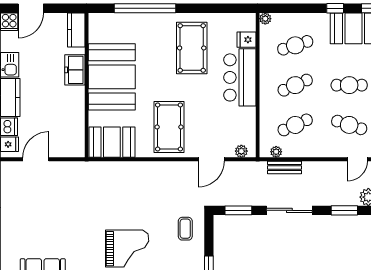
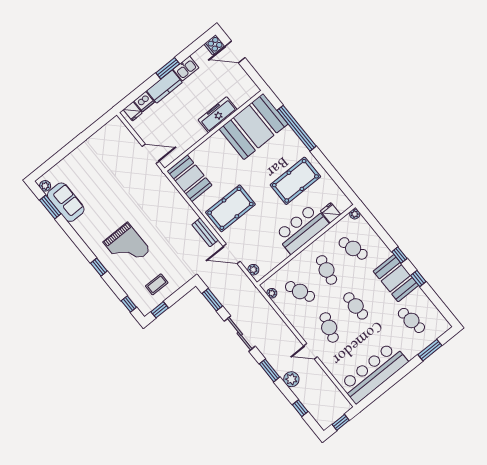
kitchen counter: (76, 30) -> (245, 94), removed
freezer: (75, 70) -> (218, 115), width x1.40
booth: (112, 77) -> (254, 126), moved
cafe table: (295, 85) -> (327, 270), turned 36
door: (36, 159) -> (151, 154), moved
bench: (284, 168) -> (205, 232), moved
coffee table: (185, 229) -> (157, 284), moved

